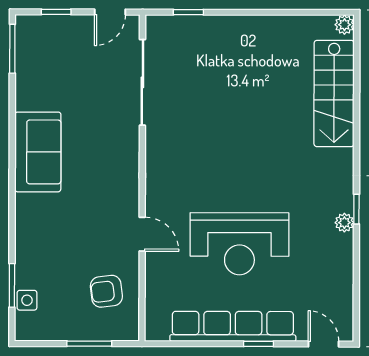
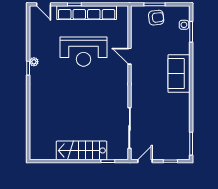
plant: (344, 25) -> (34, 155), removed
stairs: (334, 93) -> (82, 150), moved, turned -90
sofa: (38, 152) -> (179, 74), moved
reception desk: (239, 244) -> (83, 52), turned 180
armchair: (106, 291) -> (156, 18), moved

